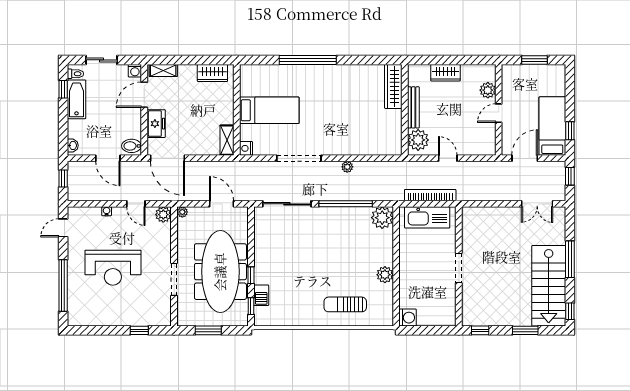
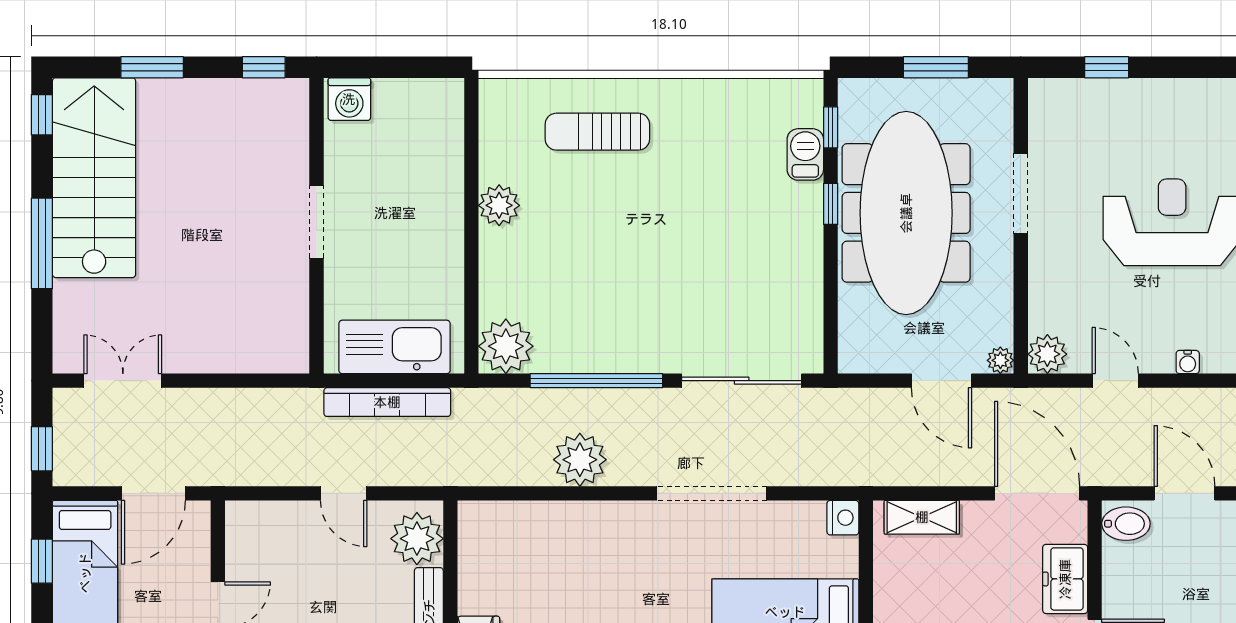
shelving: (227, 140) -> (922, 517), moved, turned 90
plant: (347, 167) -> (580, 460), width x1.87, depth x1.87
door: (222, 204) -> (941, 381), moved
sun lounger: (345, 304) -> (597, 132), turned 180
washing machine: (408, 318) -> (349, 99), moved, turned -90

